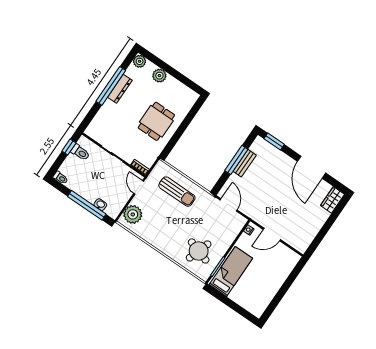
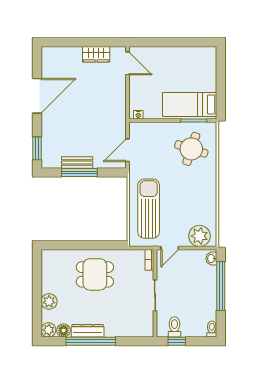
floor lamp: (132, 72) -> (64, 330), added
sun lounger: (177, 192) -> (149, 209), width x1.36, depth x1.34
wardrobe: (332, 200) -> (96, 54), moved
washbasin: (100, 205) -> (211, 259), moved
door: (272, 234) -> (128, 63), moved

